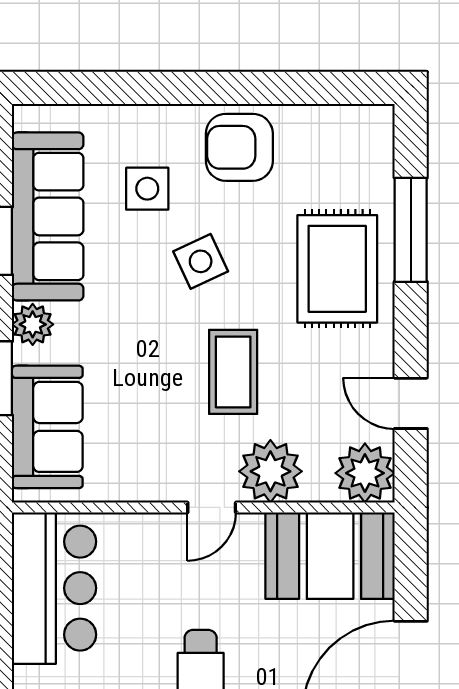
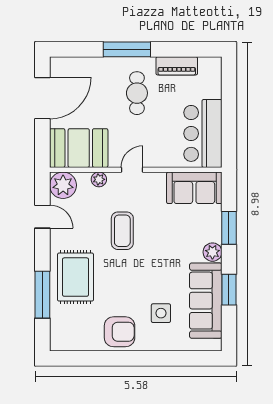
side table: (201, 261) -> (137, 280), removed
sofa: (47, 427) -> (194, 188), moved, turned -90
plant: (270, 471) -> (99, 179), width x0.53, depth x0.53

